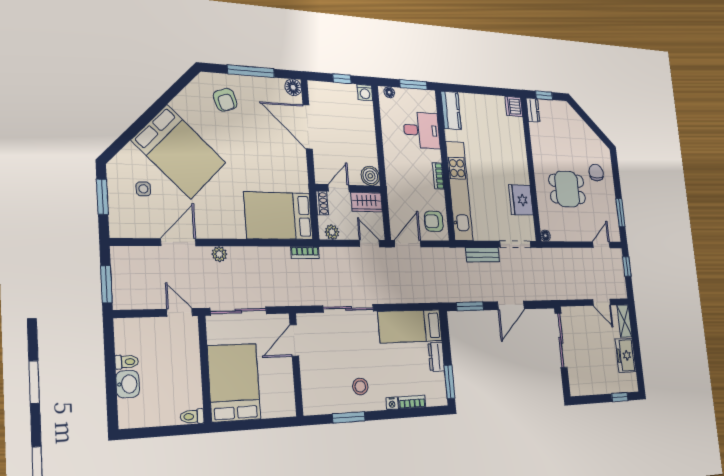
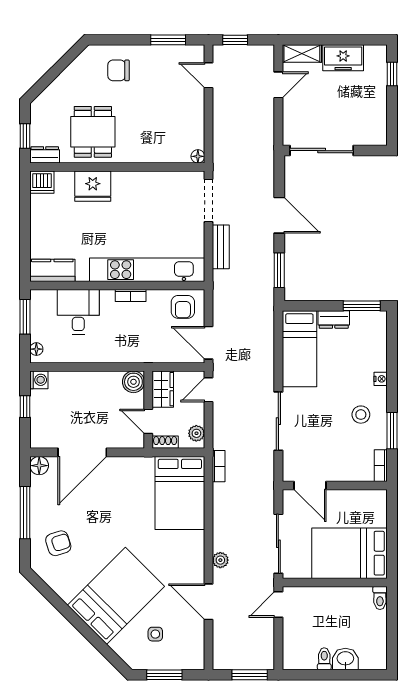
dining table: (567, 189) -> (93, 132), moved
fridge: (521, 200) -> (93, 186), moved
bookcase: (412, 402) -> (381, 466), moved

